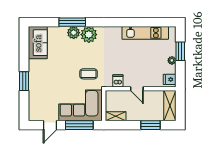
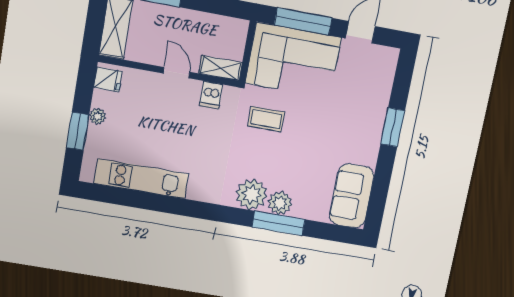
shelving: (116, 116) -> (221, 68), moved

